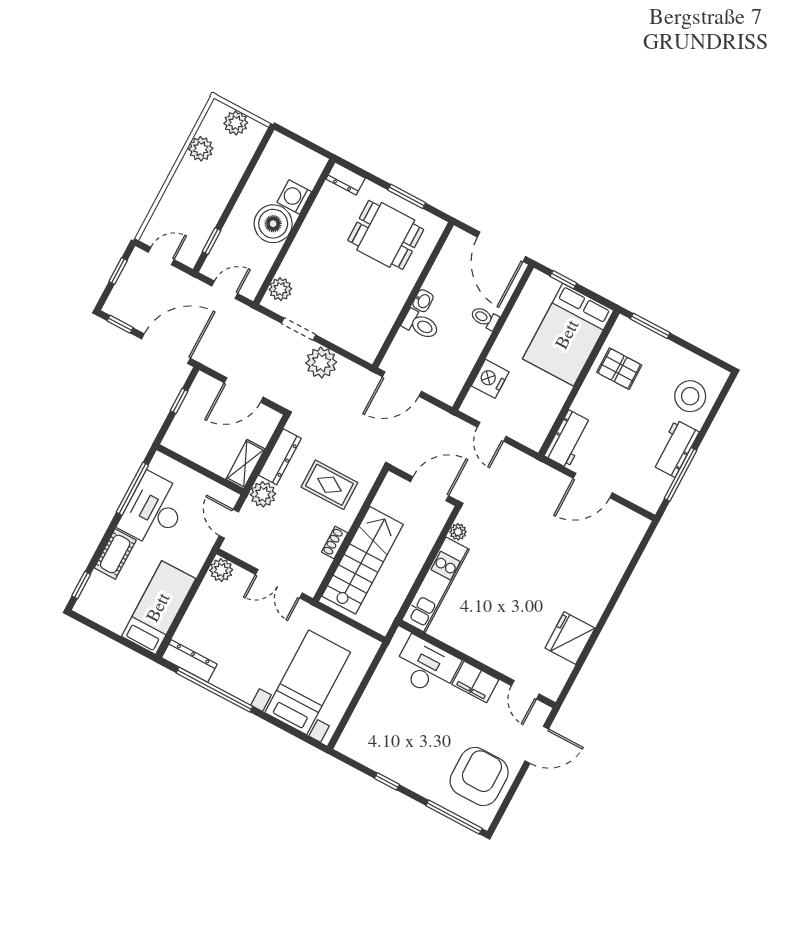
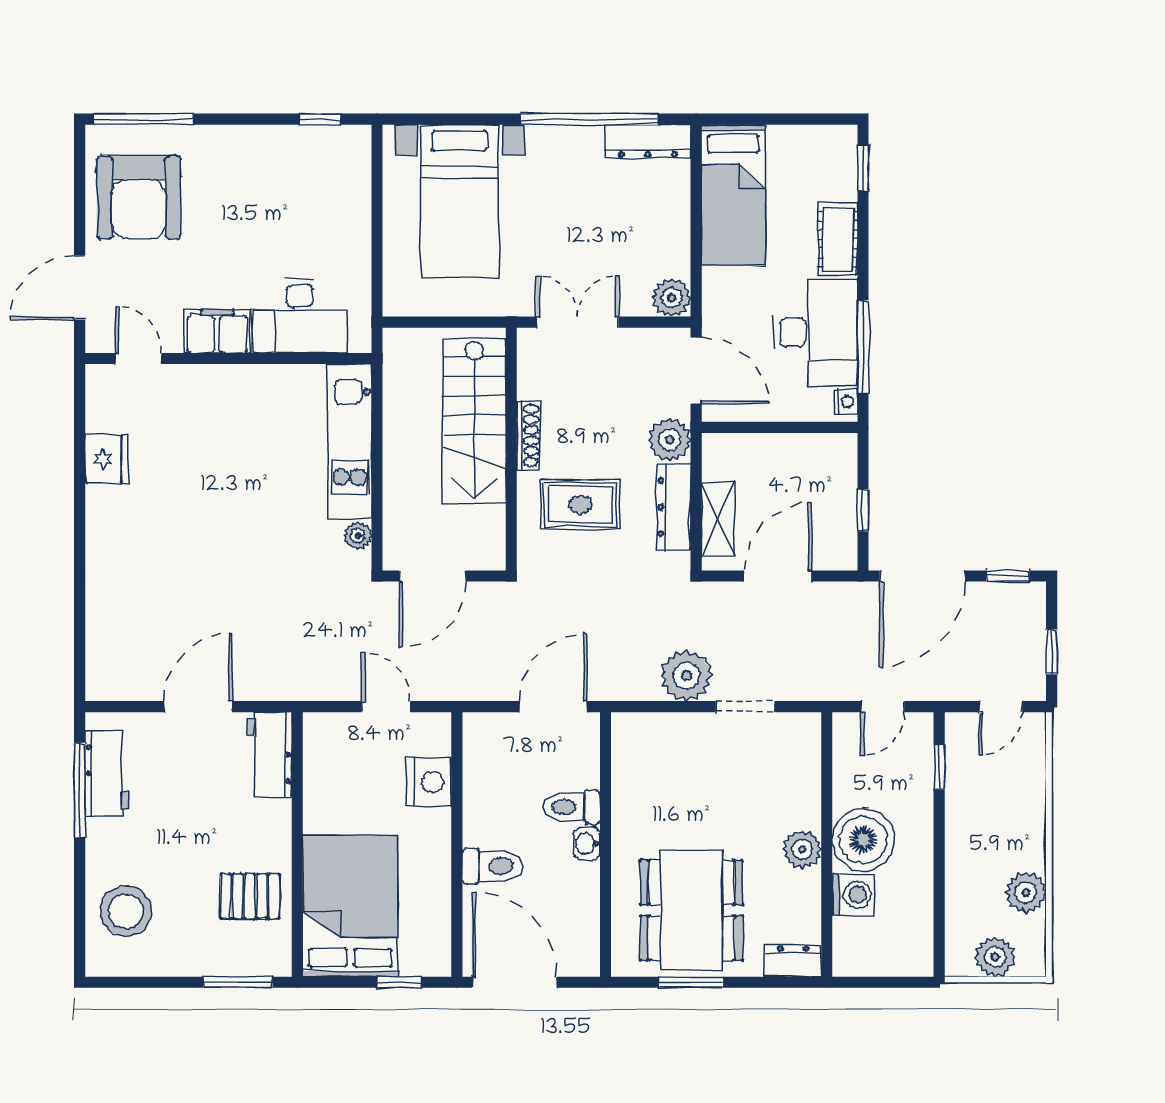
dining table: (386, 235) -> (691, 910), width x1.38
plant: (280, 289) -> (802, 849), moved
toilet: (485, 318) -> (492, 866), width x1.37, depth x1.39
workbench: (675, 448) -> (107, 773), moved
nightstand: (157, 464) -> (846, 401), added
shelving: (245, 464) -> (718, 519), moved
door: (229, 524) -> (696, 371), width x1.38
shoe rack: (335, 543) -> (528, 435), width x1.43
fridge: (570, 638) -> (106, 459), width x0.73, depth x0.75
window: (387, 781) -> (320, 119), moved

